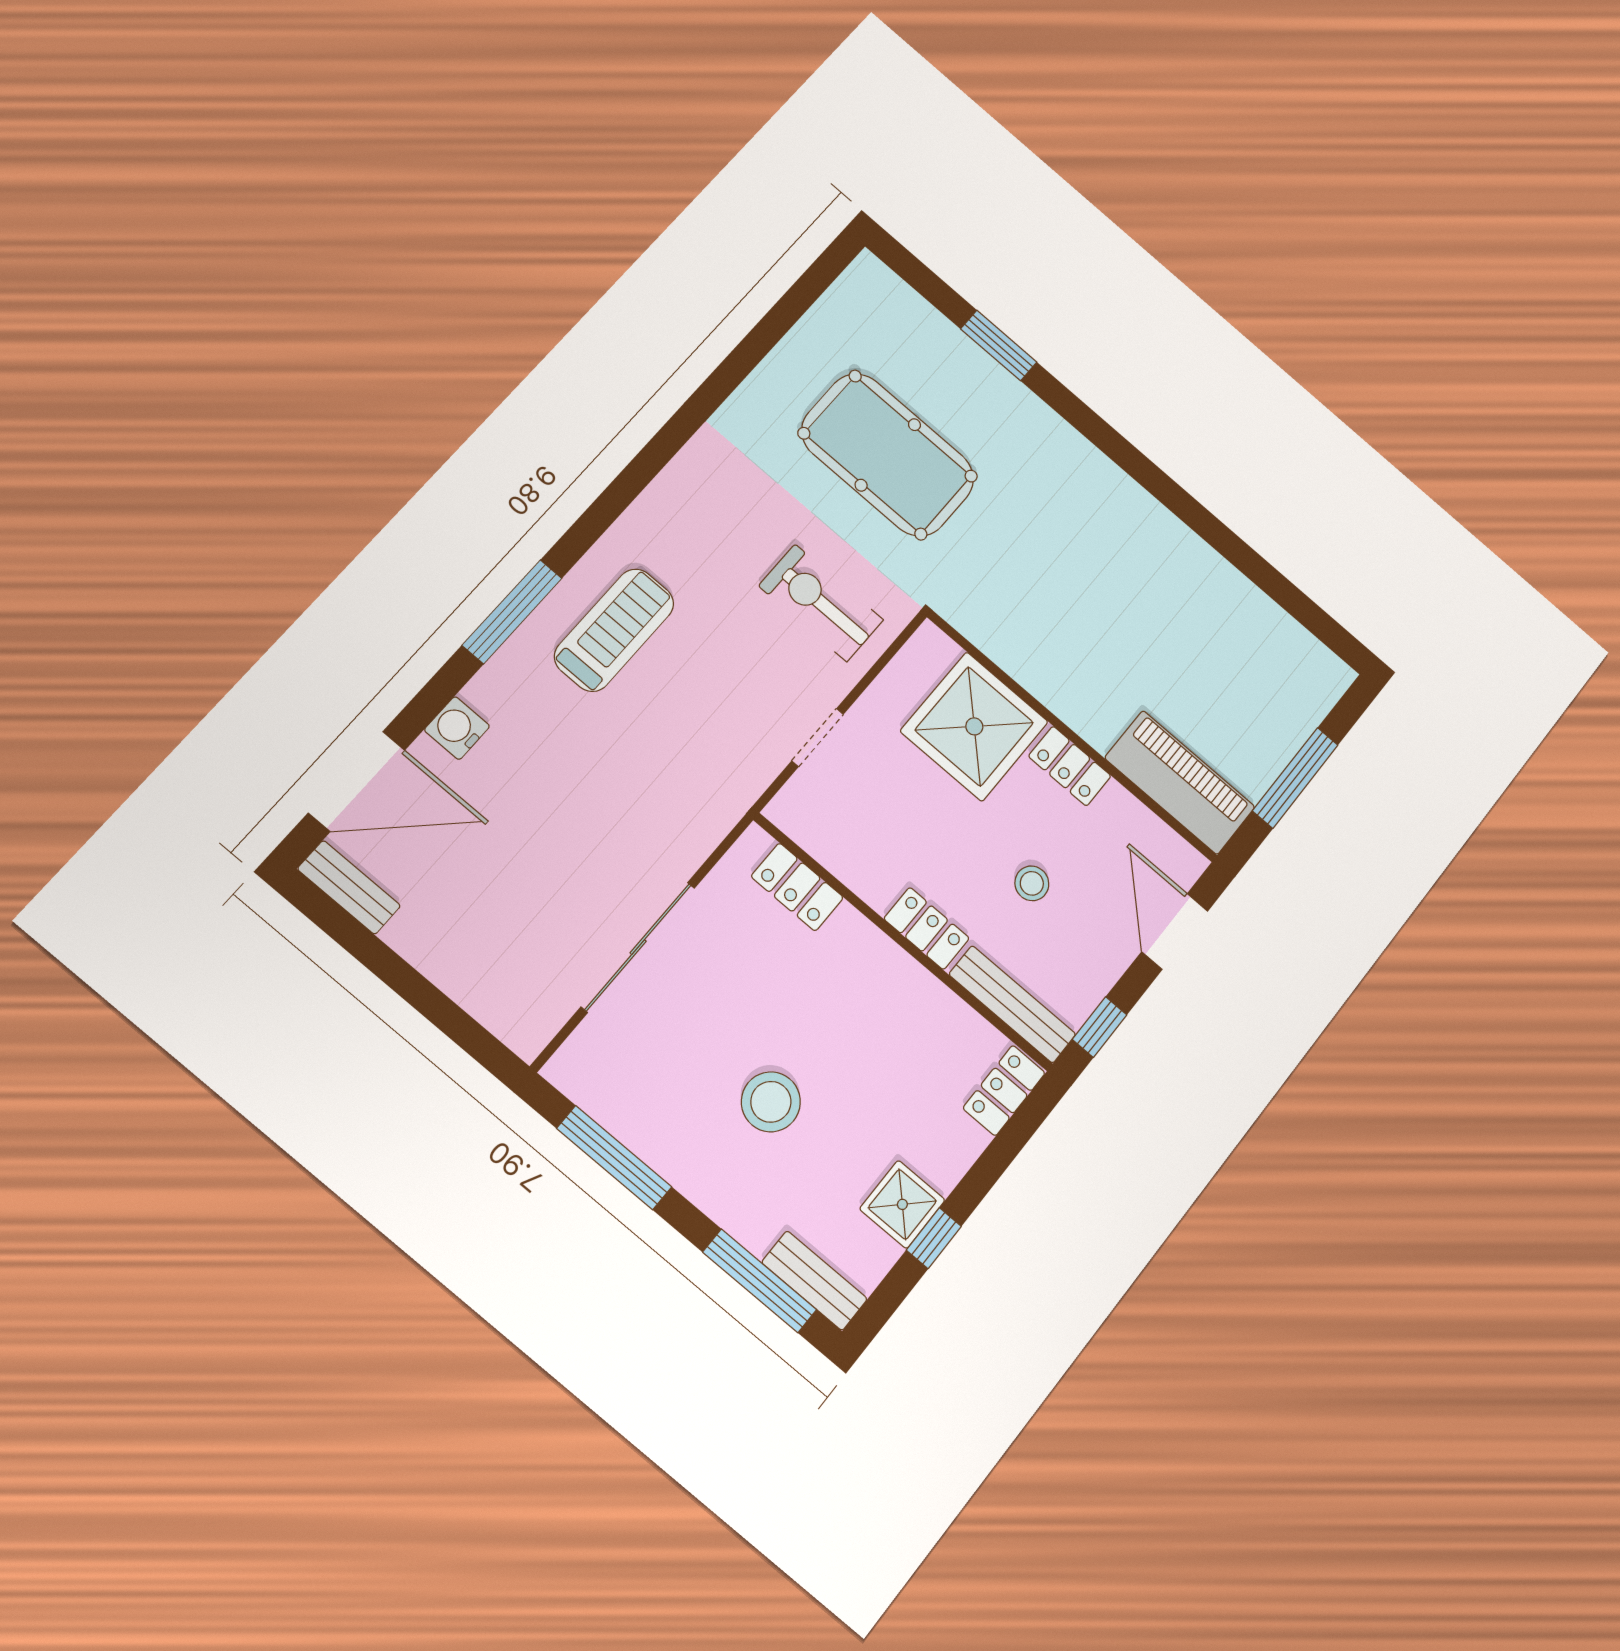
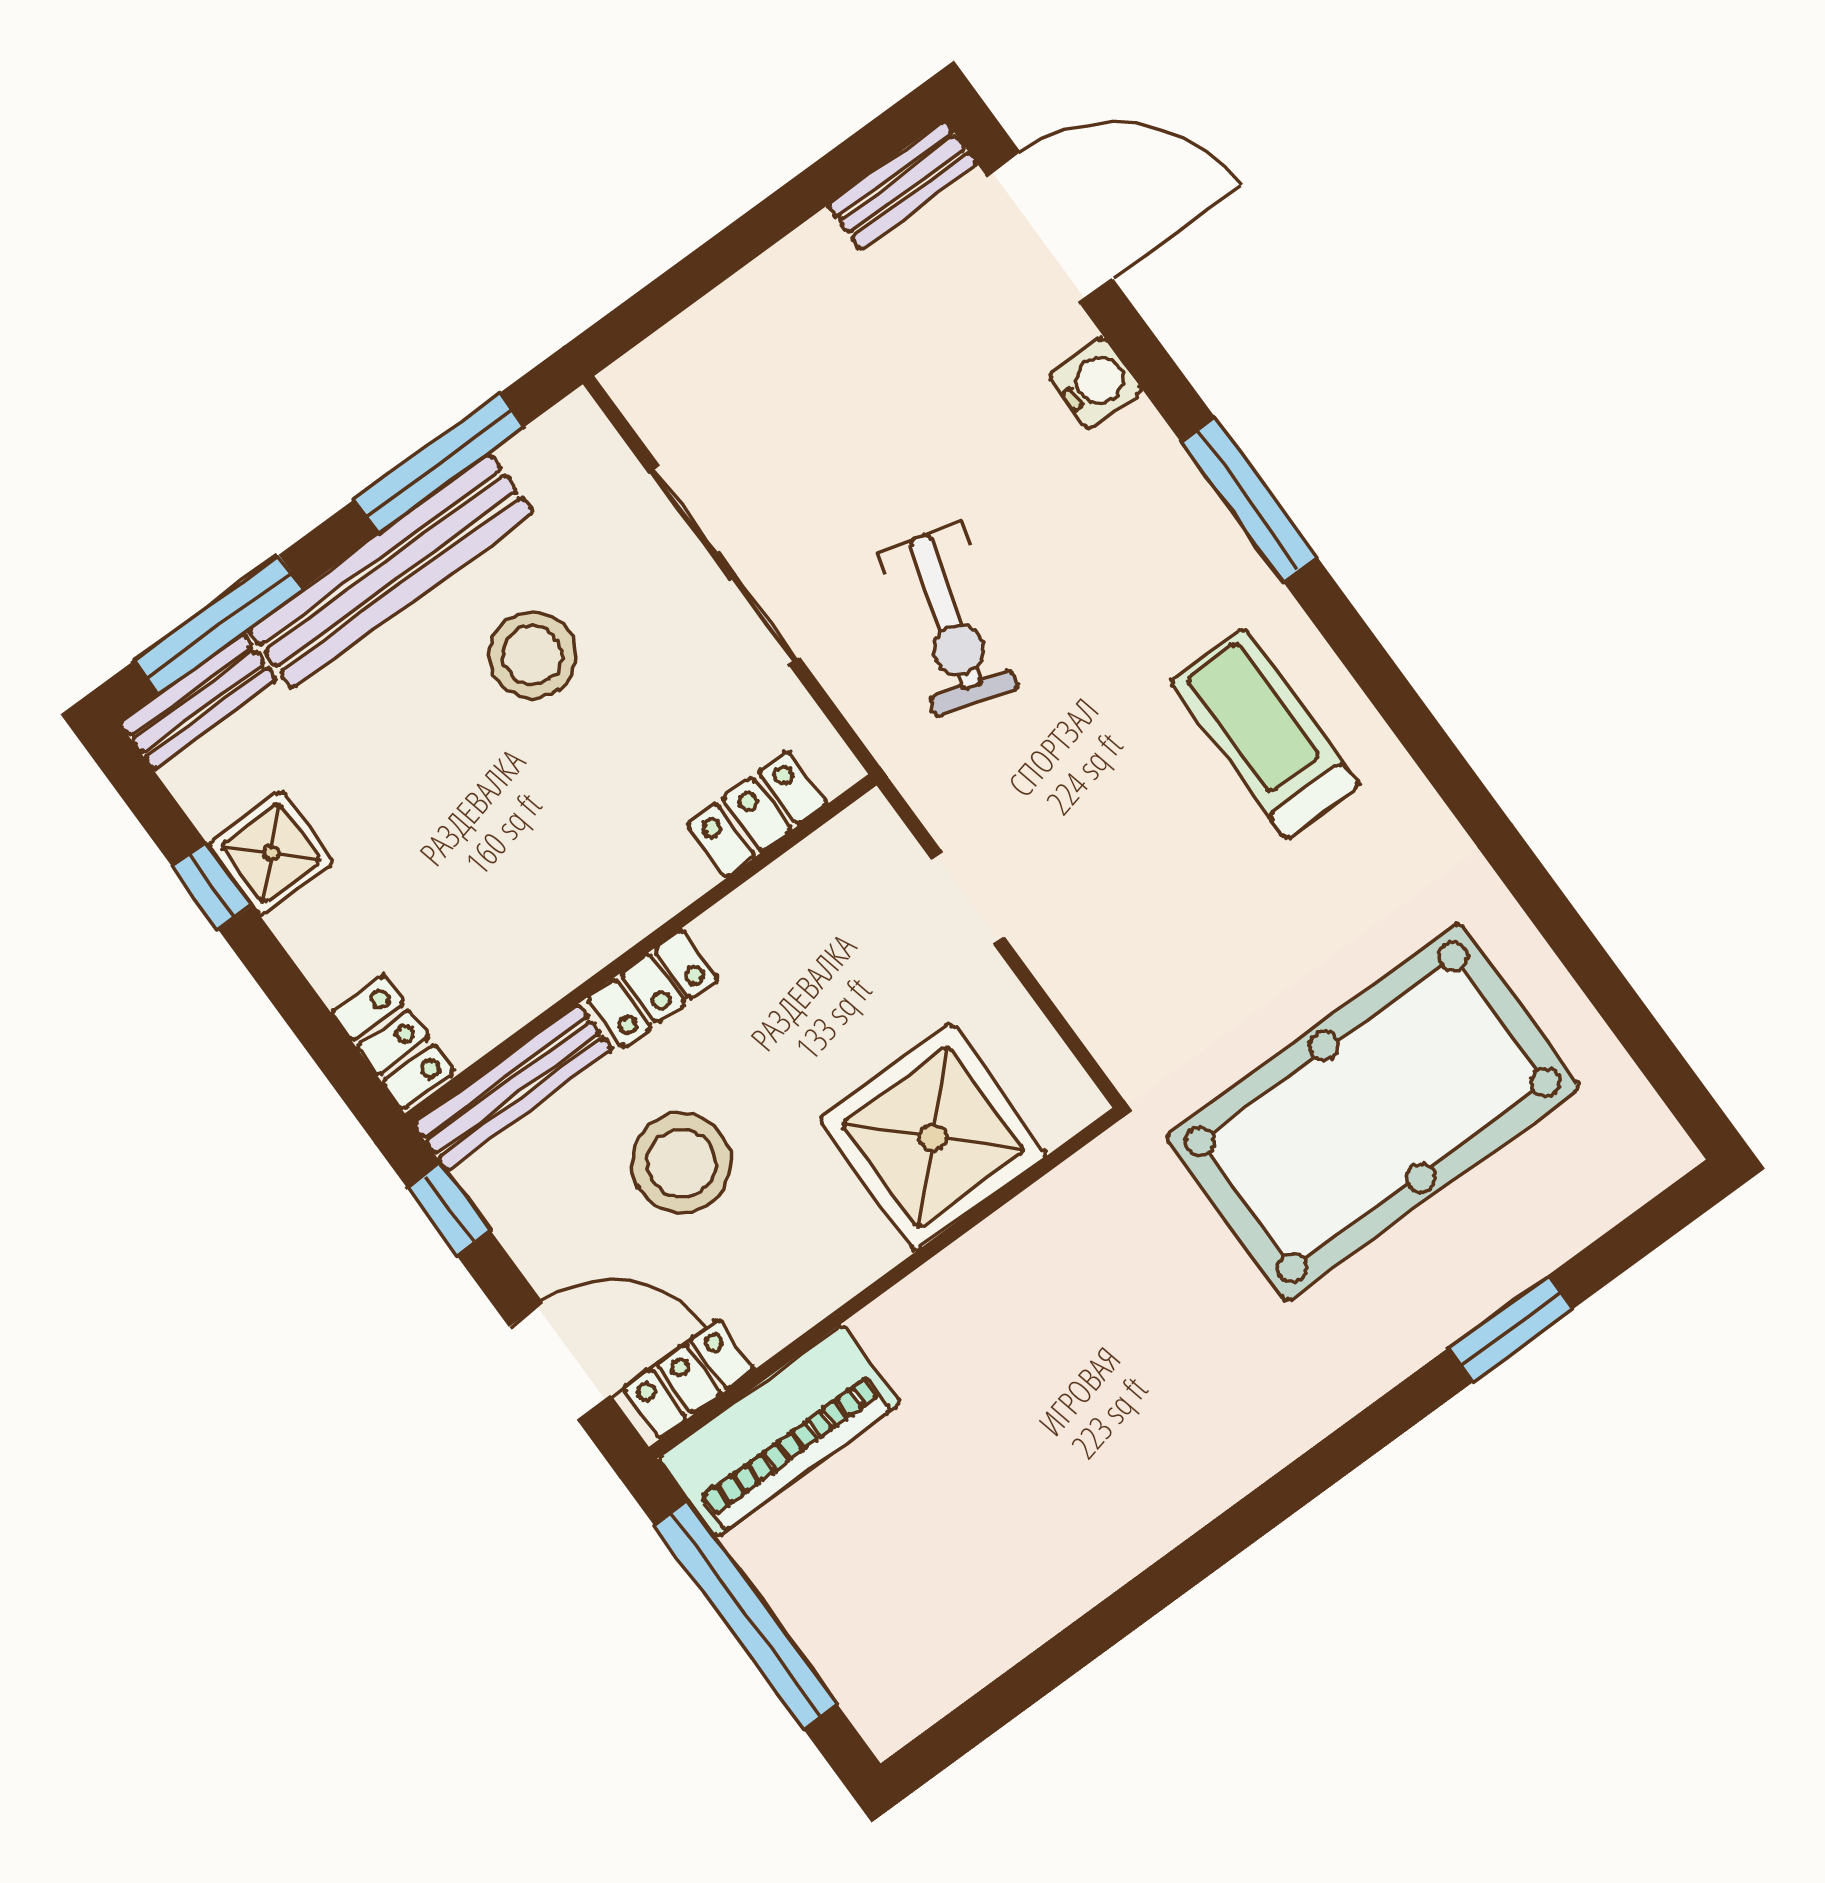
pool table: (888, 455) -> (1373, 1112), width x1.36, depth x1.32
exercise bike: (821, 603) -> (949, 620), moved, turned 107
treadmill: (614, 630) -> (1265, 733), moved, turned 180
locker: (1070, 766) -> (689, 1379), moved
window: (1295, 778) -> (745, 1614), width x1.46
door: (357, 781) -> (1050, 227), swing flipped
stool: (1032, 883) -> (681, 1163), width x1.89, depth x1.89
stool: (771, 1102) -> (532, 655), moved
bench: (695, 1172) -> (391, 571), added

